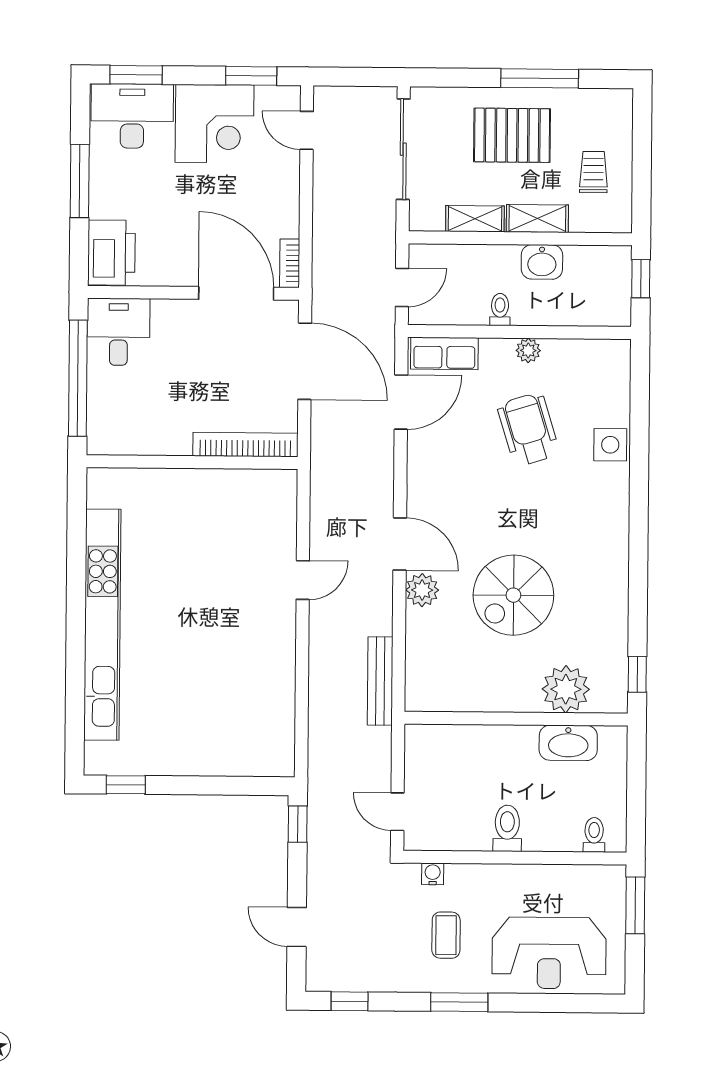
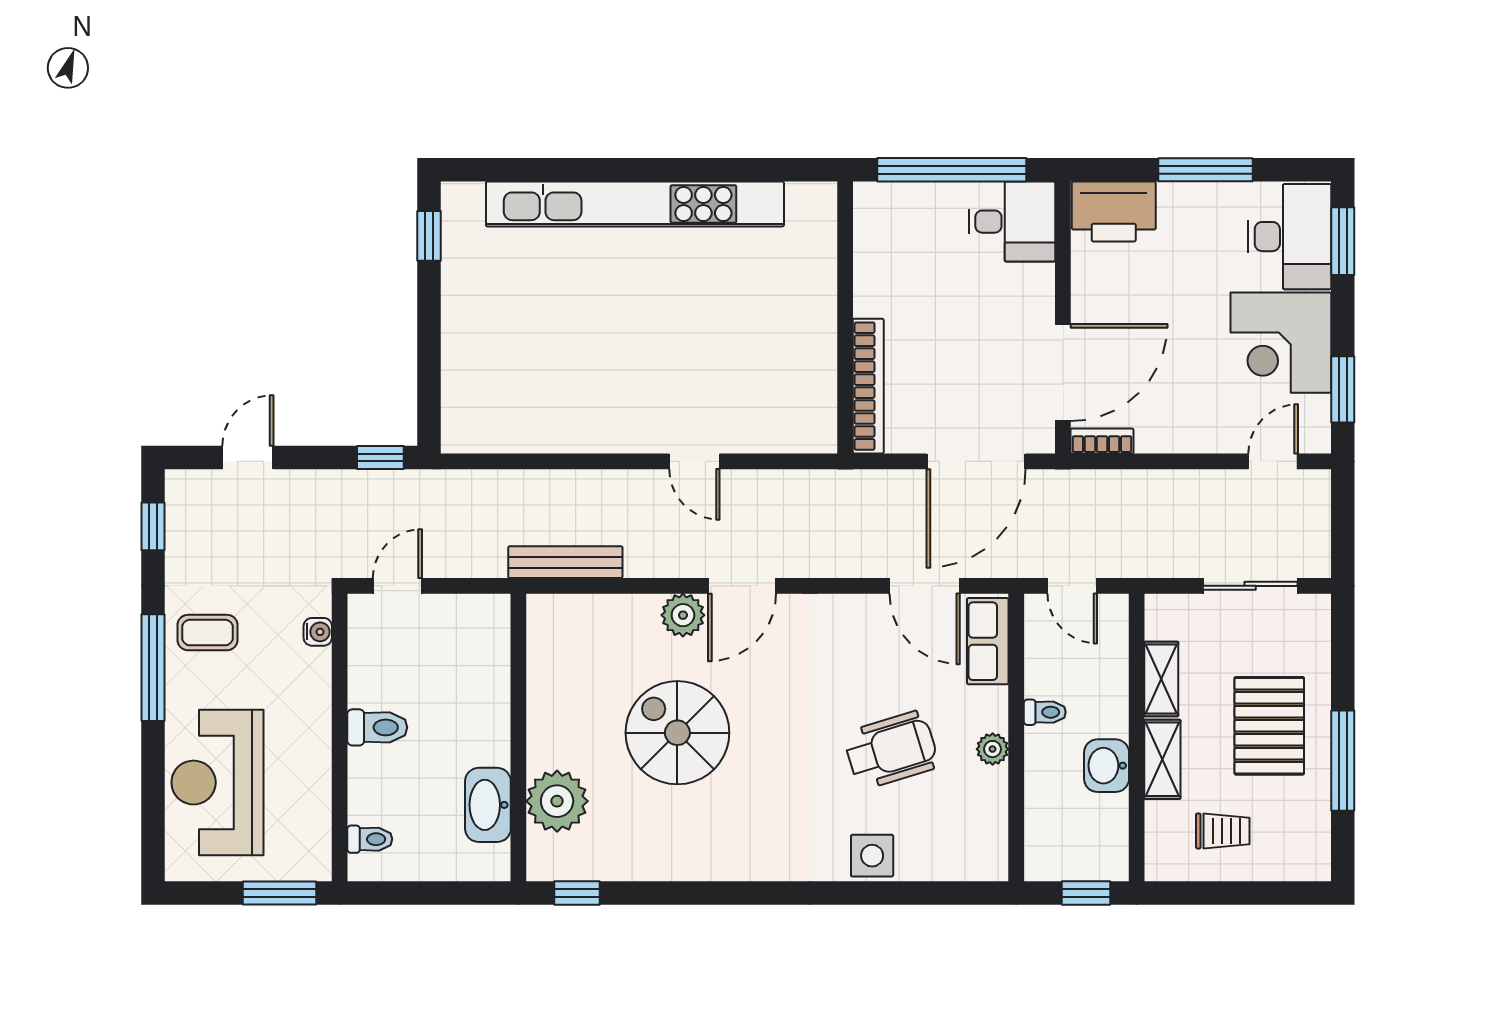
sliding door: (403, 149) -> (1250, 586), width x0.73
coffee table: (446, 935) -> (207, 633), moved
window: (459, 1002) -> (153, 668), width x1.44

